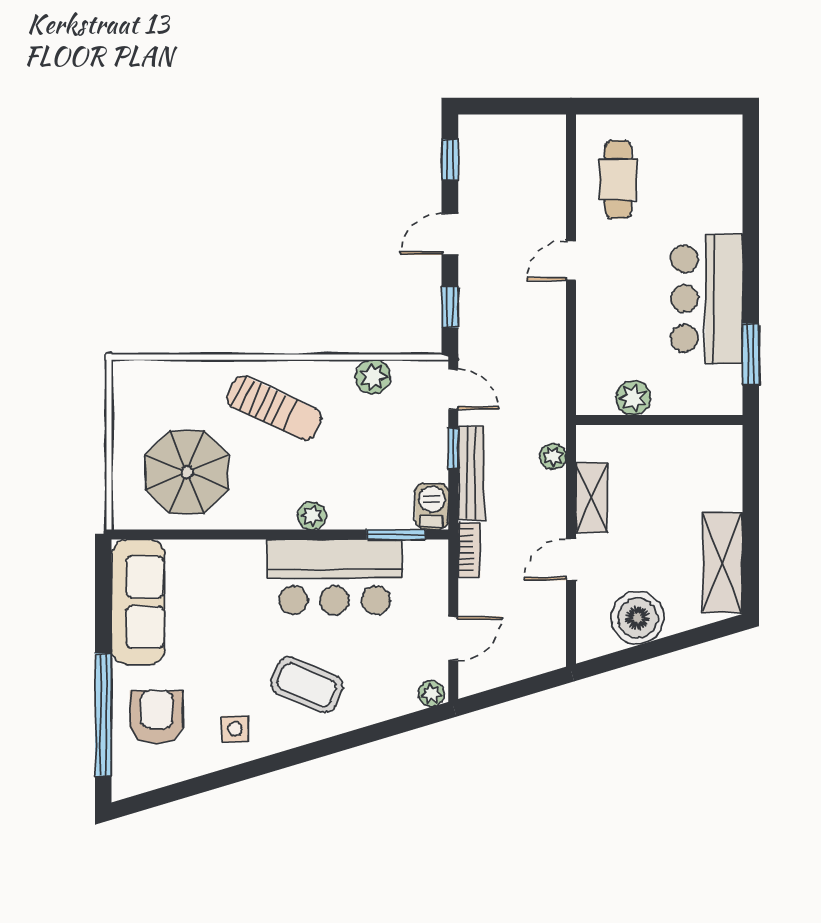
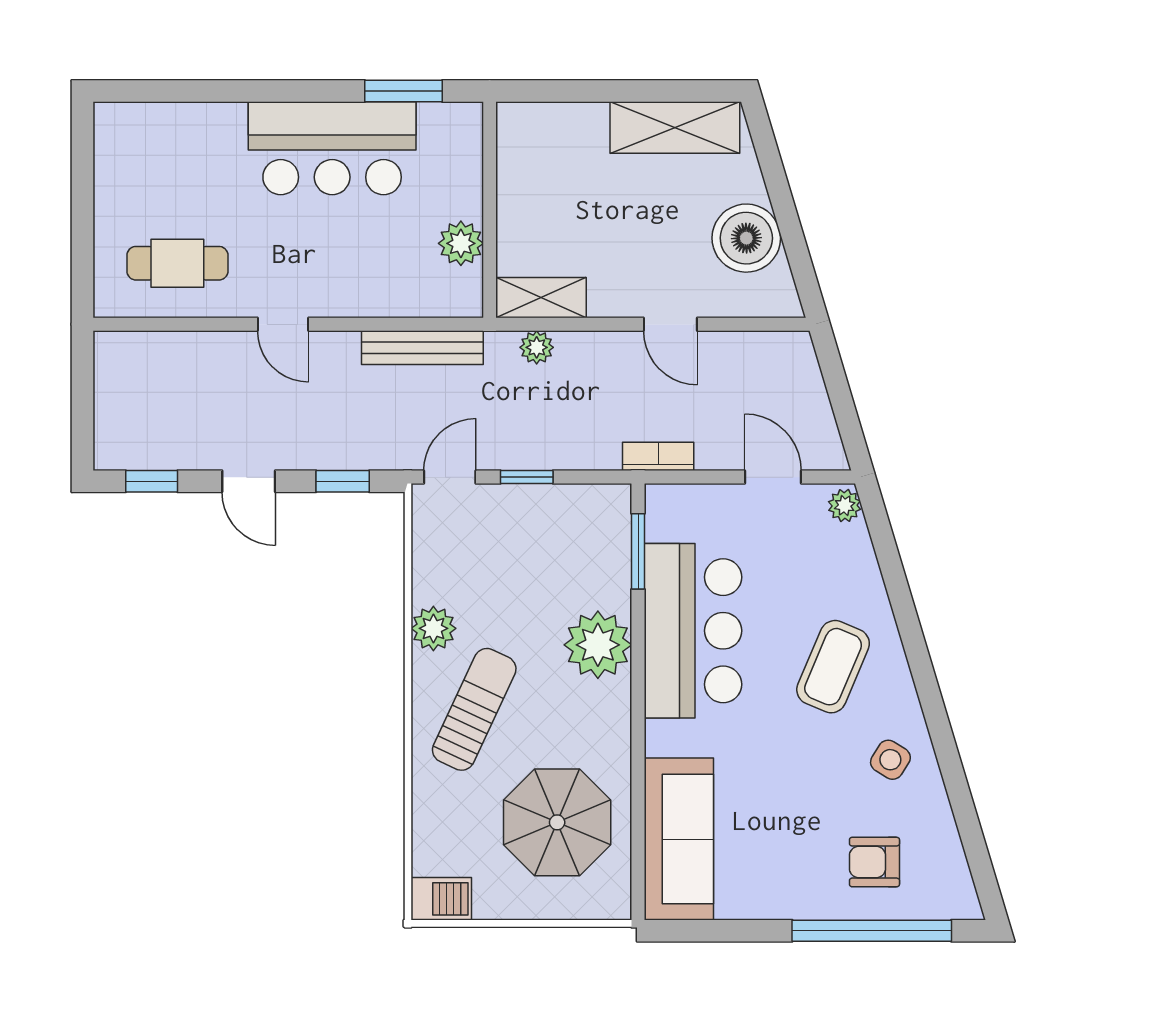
plant: (373, 377) -> (433, 628), moved
bench: (471, 473) -> (422, 348), moved
shelving: (591, 498) -> (541, 298), moved
barbecue: (432, 506) -> (441, 899), moved, turned 180
plant: (312, 516) -> (598, 645), width x1.87, depth x1.87
sofa: (138, 602) -> (679, 839), moved, turned 90
armchair: (156, 717) -> (874, 862), width x0.72, depth x0.72
side table: (235, 729) -> (890, 760), turned 32

